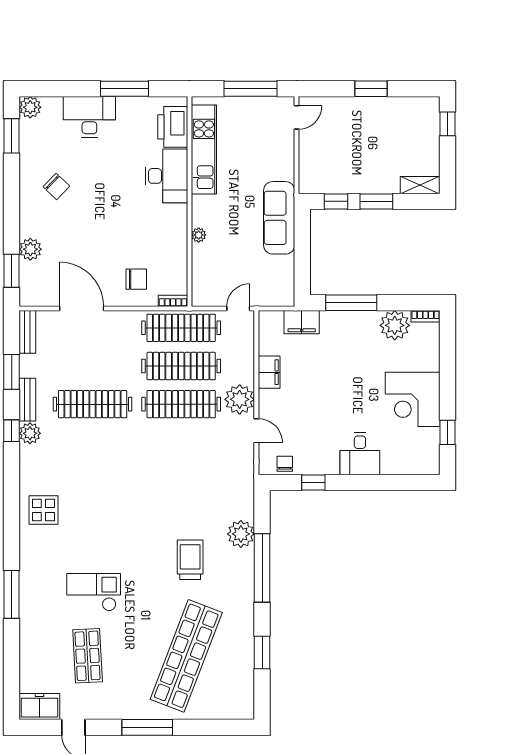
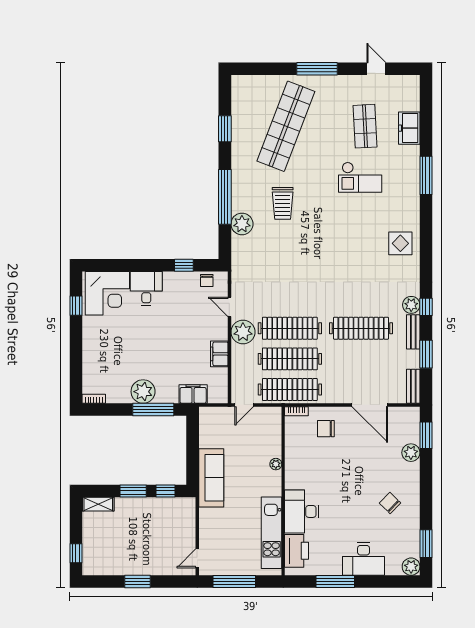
plant: (395, 325) -> (143, 392), moved
corner desk: (413, 399) -> (107, 293), moved, turned 90
freezer: (39, 707) -> (409, 128), moved, turned 90

